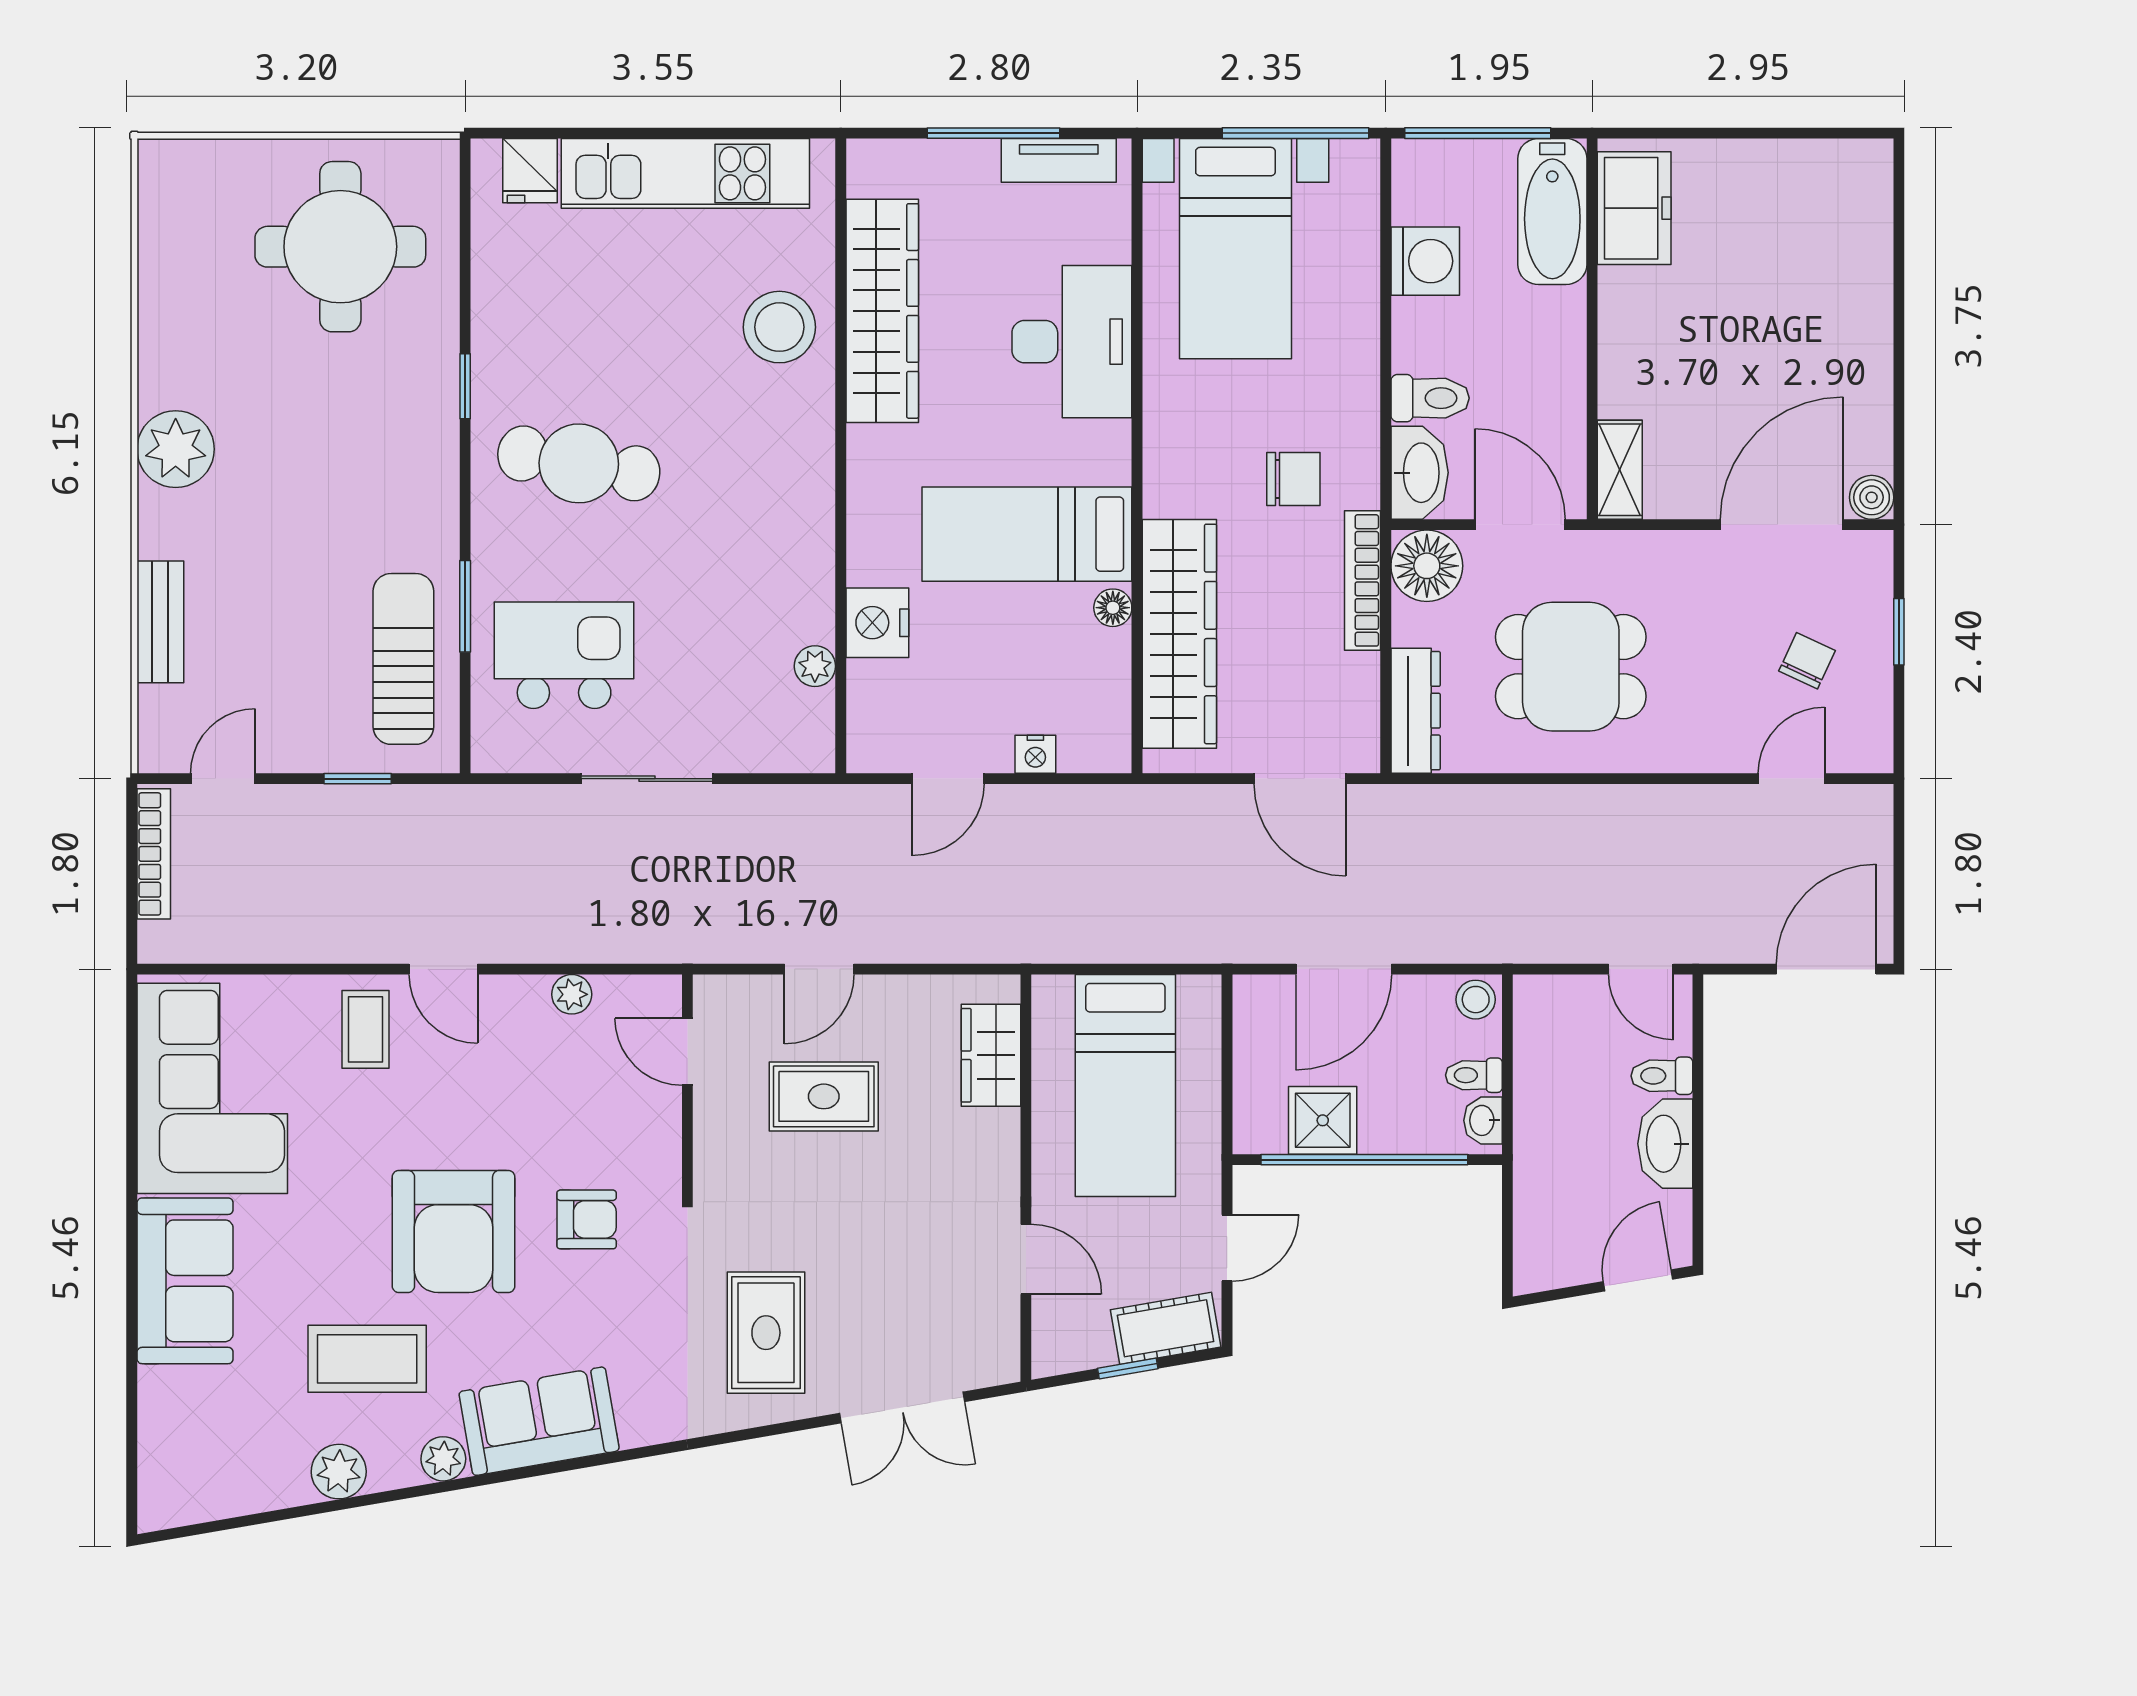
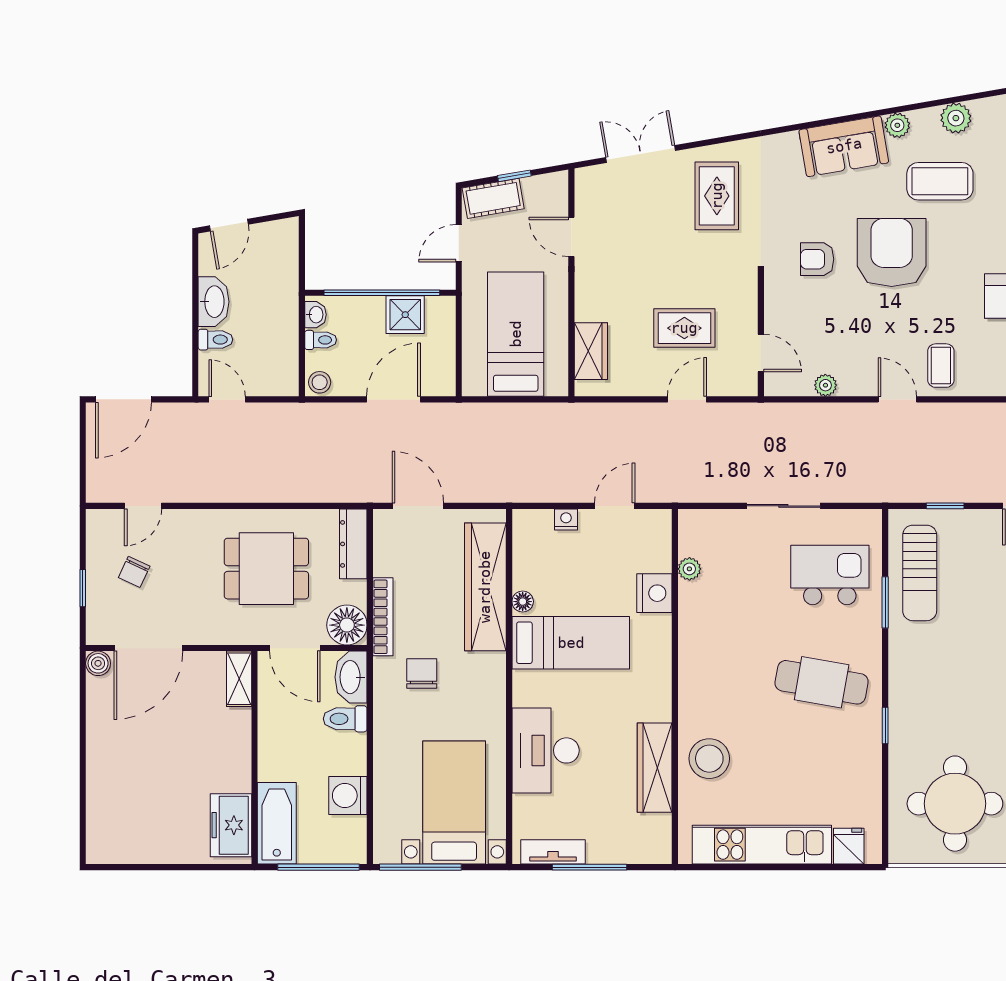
wardrobe: (882, 311) -> (655, 768), width x0.71, depth x0.85
chair: (1293, 479) -> (422, 674), turned 90
kitchen island: (564, 655) -> (830, 575), turned 180

